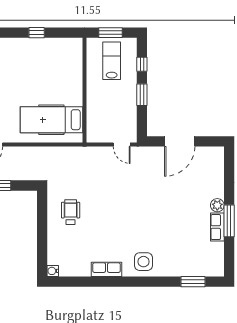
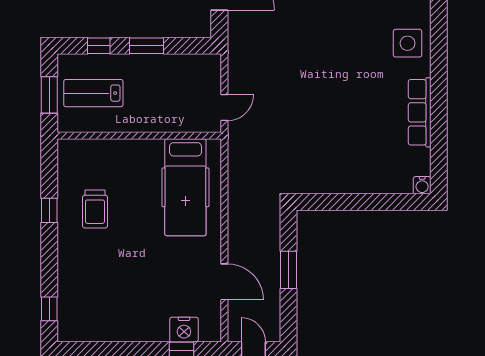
trolley: (38, 62) -> (95, 209), added
door: (122, 144) -> (224, 107), moved
wheelchair: (71, 212) -> (330, 157), removed
row of seats: (107, 269) -> (420, 112), width x1.48

